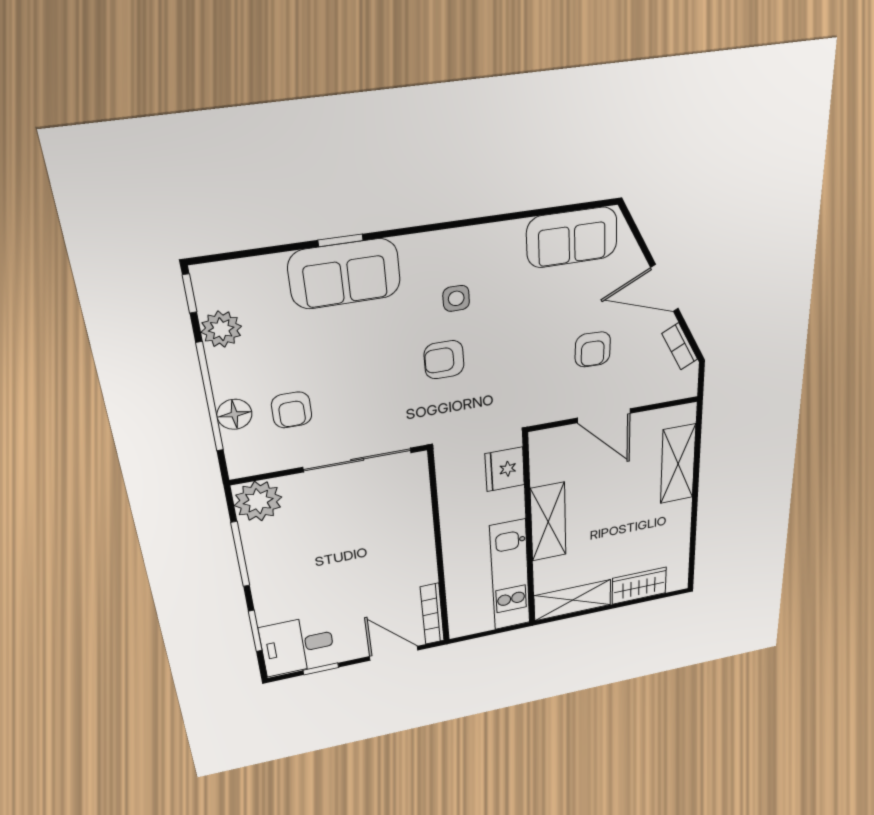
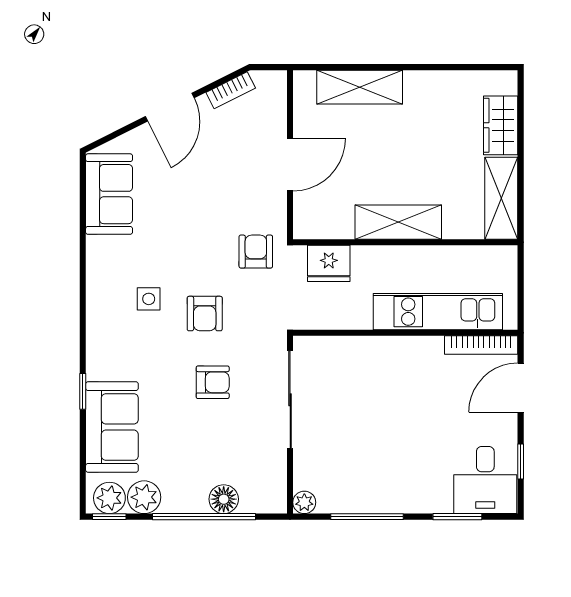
sofa: (344, 274) -> (112, 427), moved
plant: (213, 290) -> (109, 498), added
armchair: (593, 349) -> (256, 252), moved, turned -92
armchair: (292, 410) -> (213, 382), moved
plant: (258, 501) -> (304, 502), width x0.53, depth x0.53
kitchen unit: (510, 575) -> (438, 312), moved, turned 180

